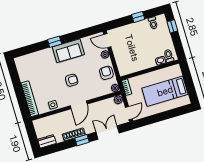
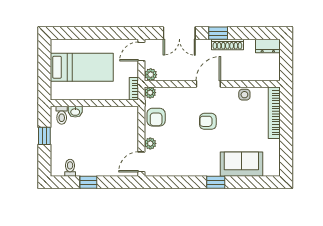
window: (172, 26) -> (44, 136), moved
door: (107, 41) -> (141, 162), swing flipped
sofa: (68, 51) -> (241, 164), moved

